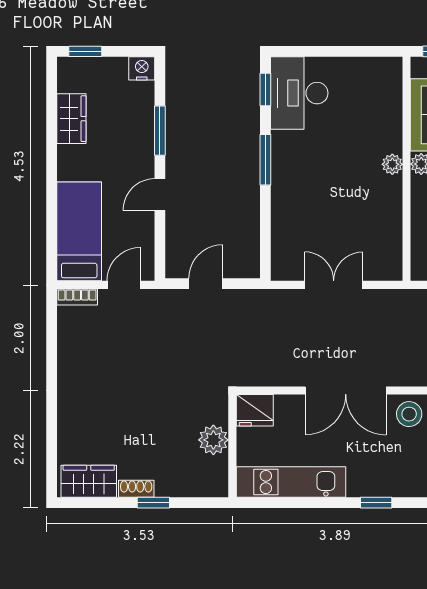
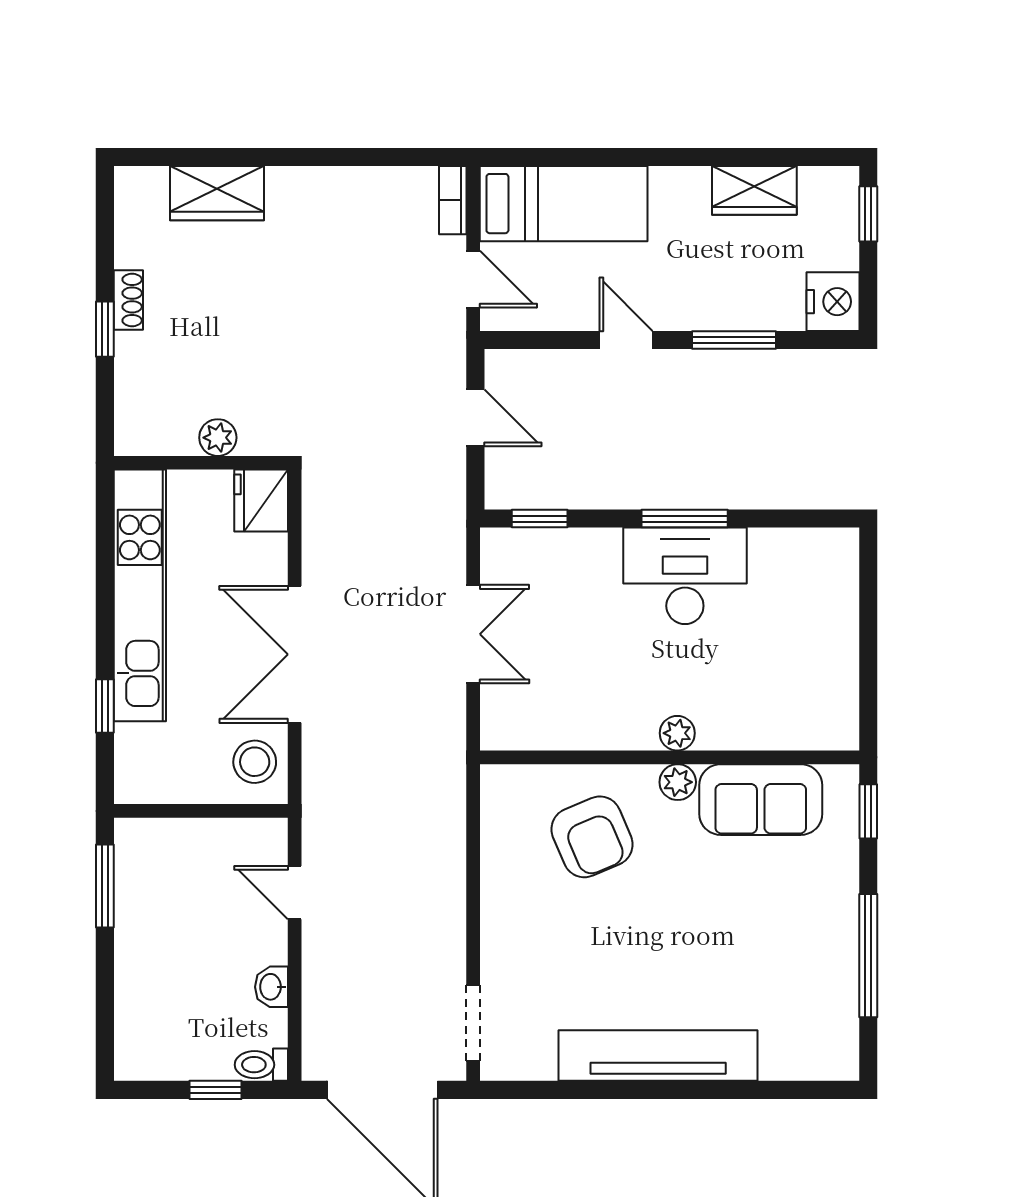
nightstand: (142, 68) -> (833, 302), width x1.36, depth x1.33
window: (265, 89) -> (540, 519), moved
desk: (299, 93) -> (685, 576), moved
plant: (213, 440) -> (218, 438), width x0.73, depth x0.73
wardrobe: (89, 481) -> (217, 193), moved, turned 90
kitchen unit: (291, 482) -> (140, 595), width x1.36

